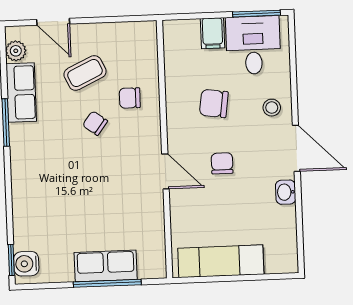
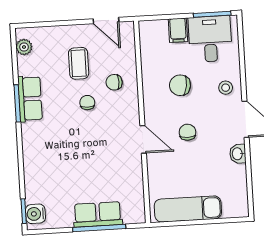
door: (53, 22) -> (106, 20), moved
coffee table: (85, 73) -> (79, 63), turned -65
row of seats: (21, 92) -> (30, 99), moved
chair: (95, 123) -> (87, 103), turned 53

